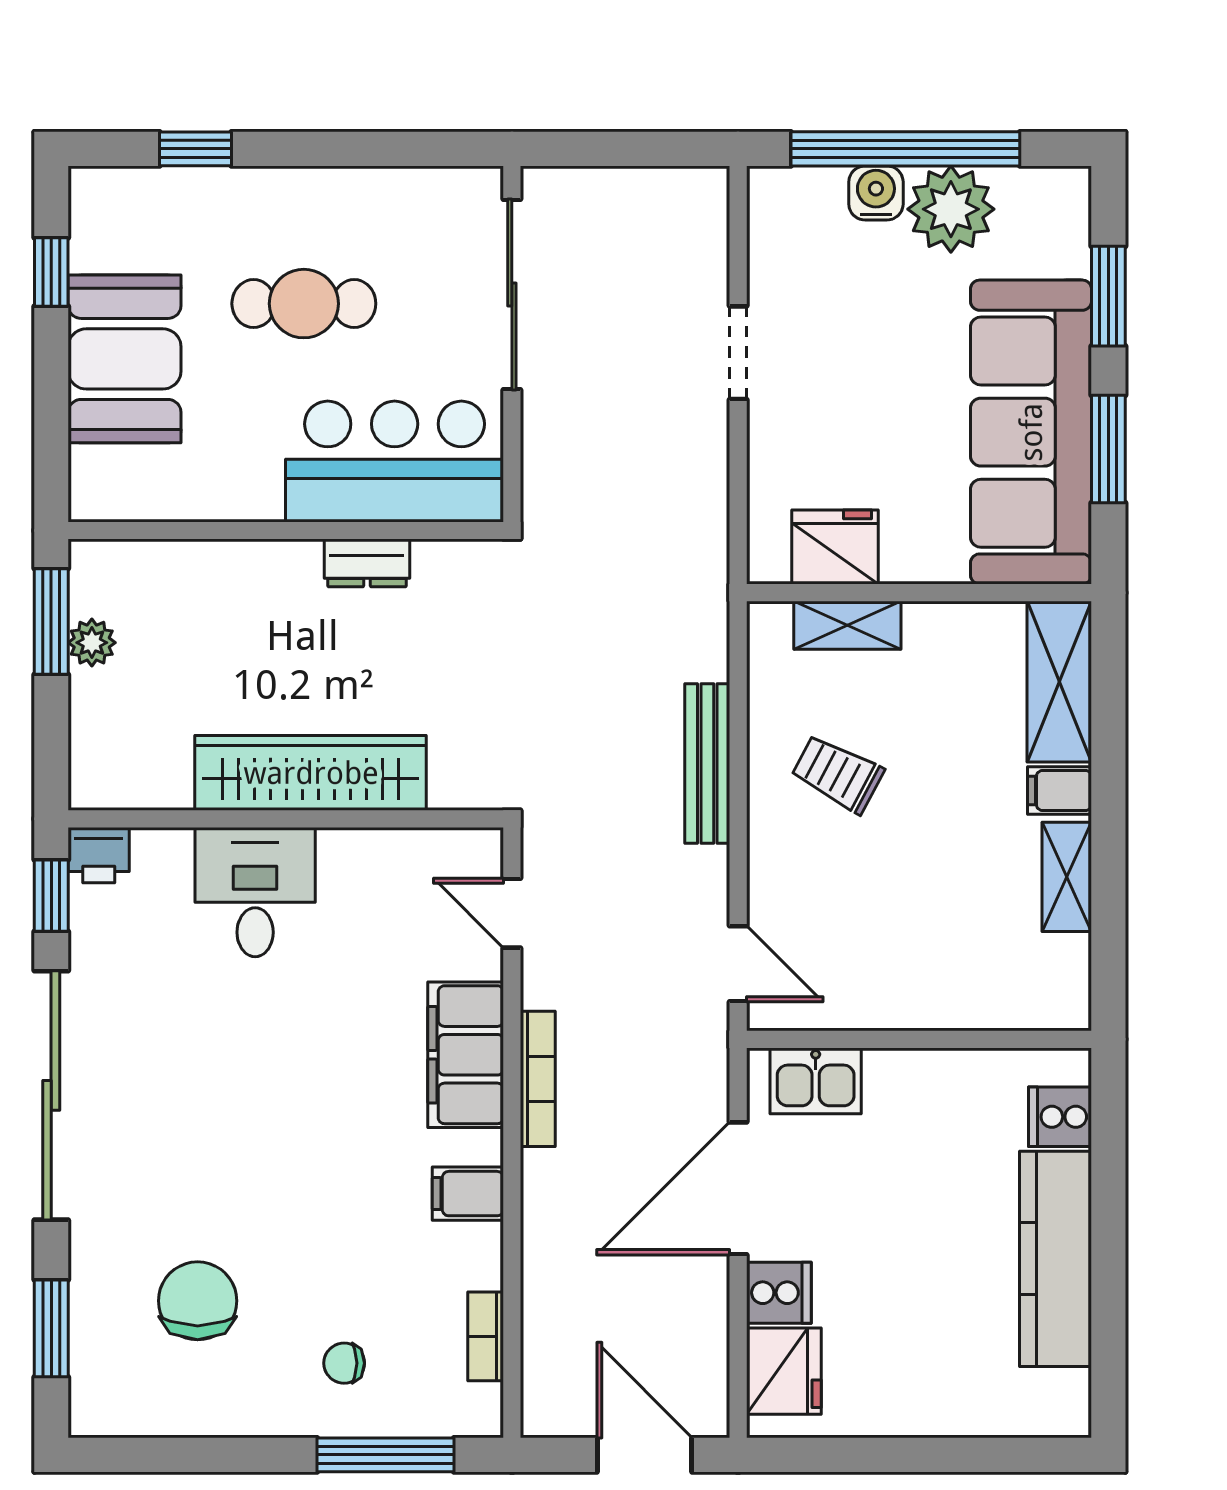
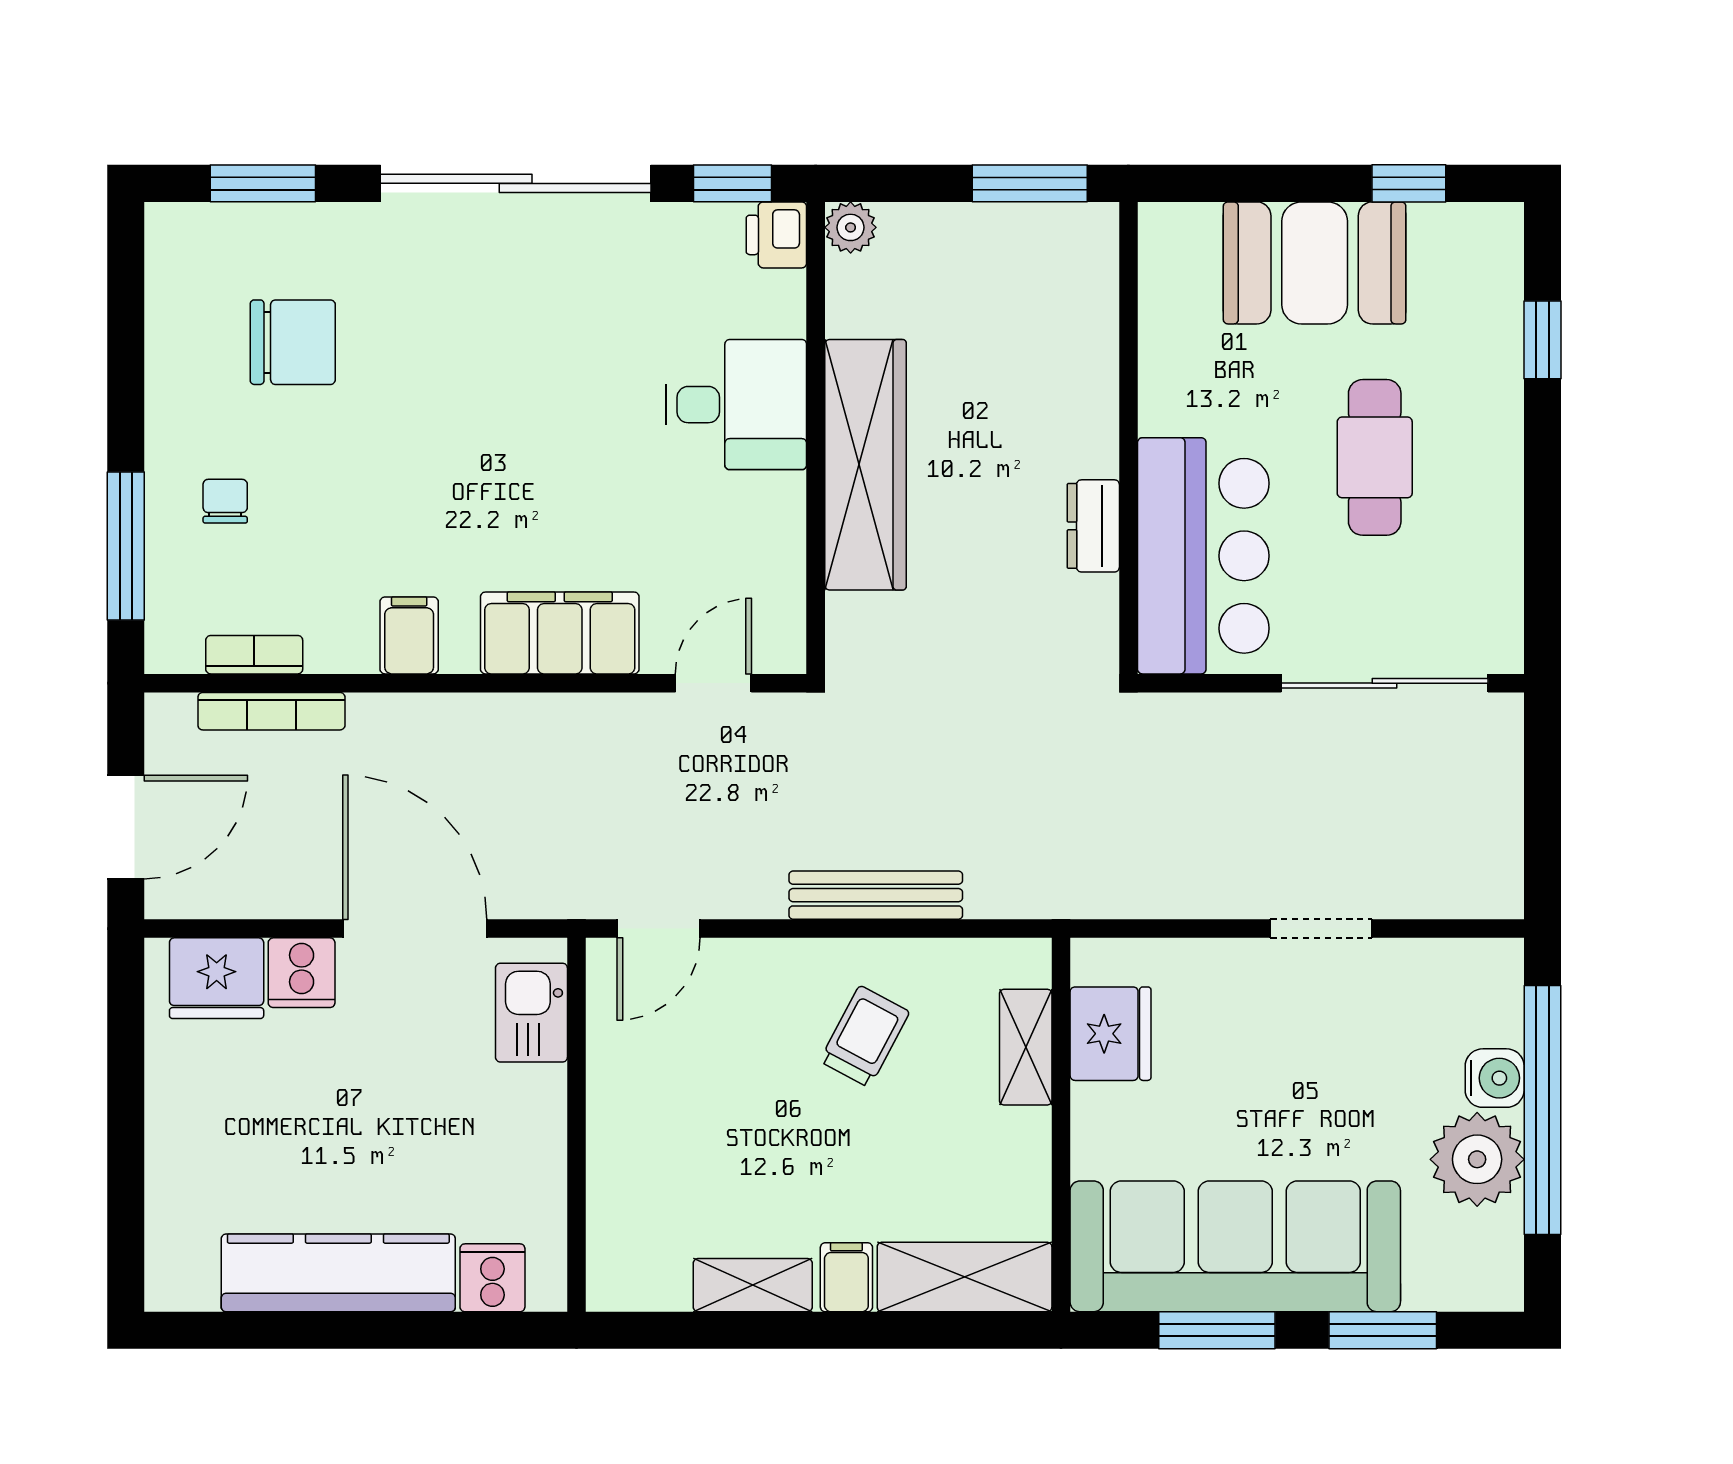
plant: (92, 643) -> (851, 227), moved
bookcase: (538, 1079) -> (271, 711), moved

